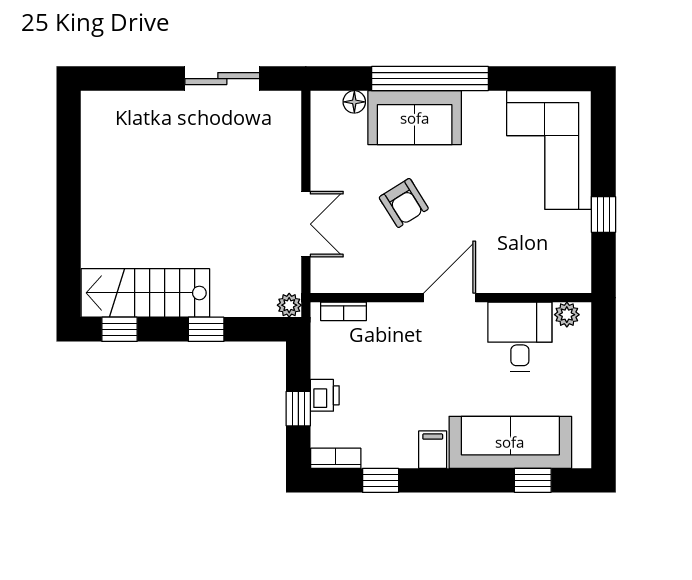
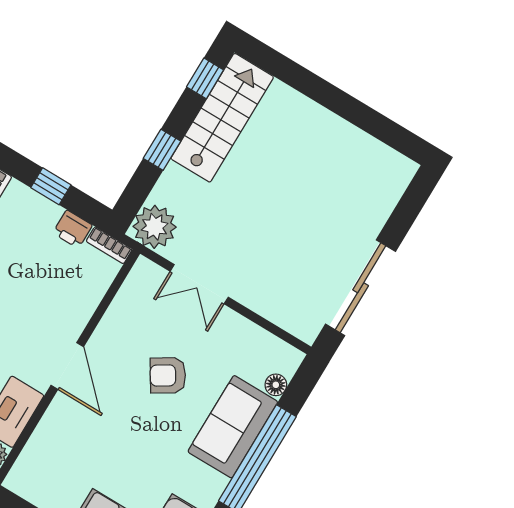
sliding door: (222, 79) -> (361, 288), width x1.37
plant: (289, 305) -> (155, 227), width x1.88, depth x1.88
bookcase: (344, 311) -> (109, 245), moved, turned -90
printer: (325, 395) -> (73, 229), moved

